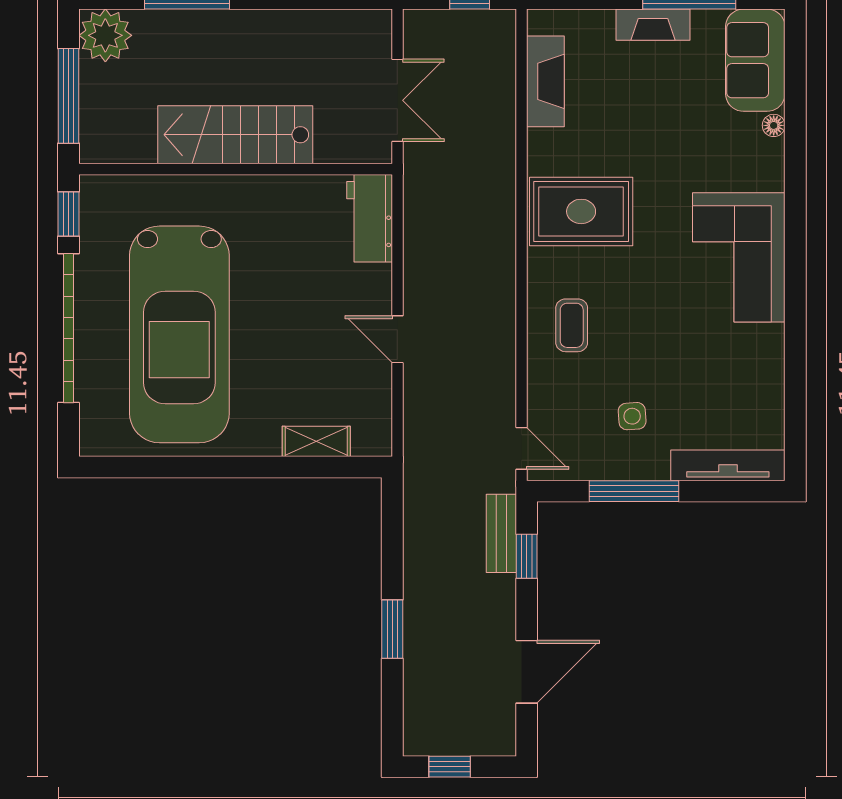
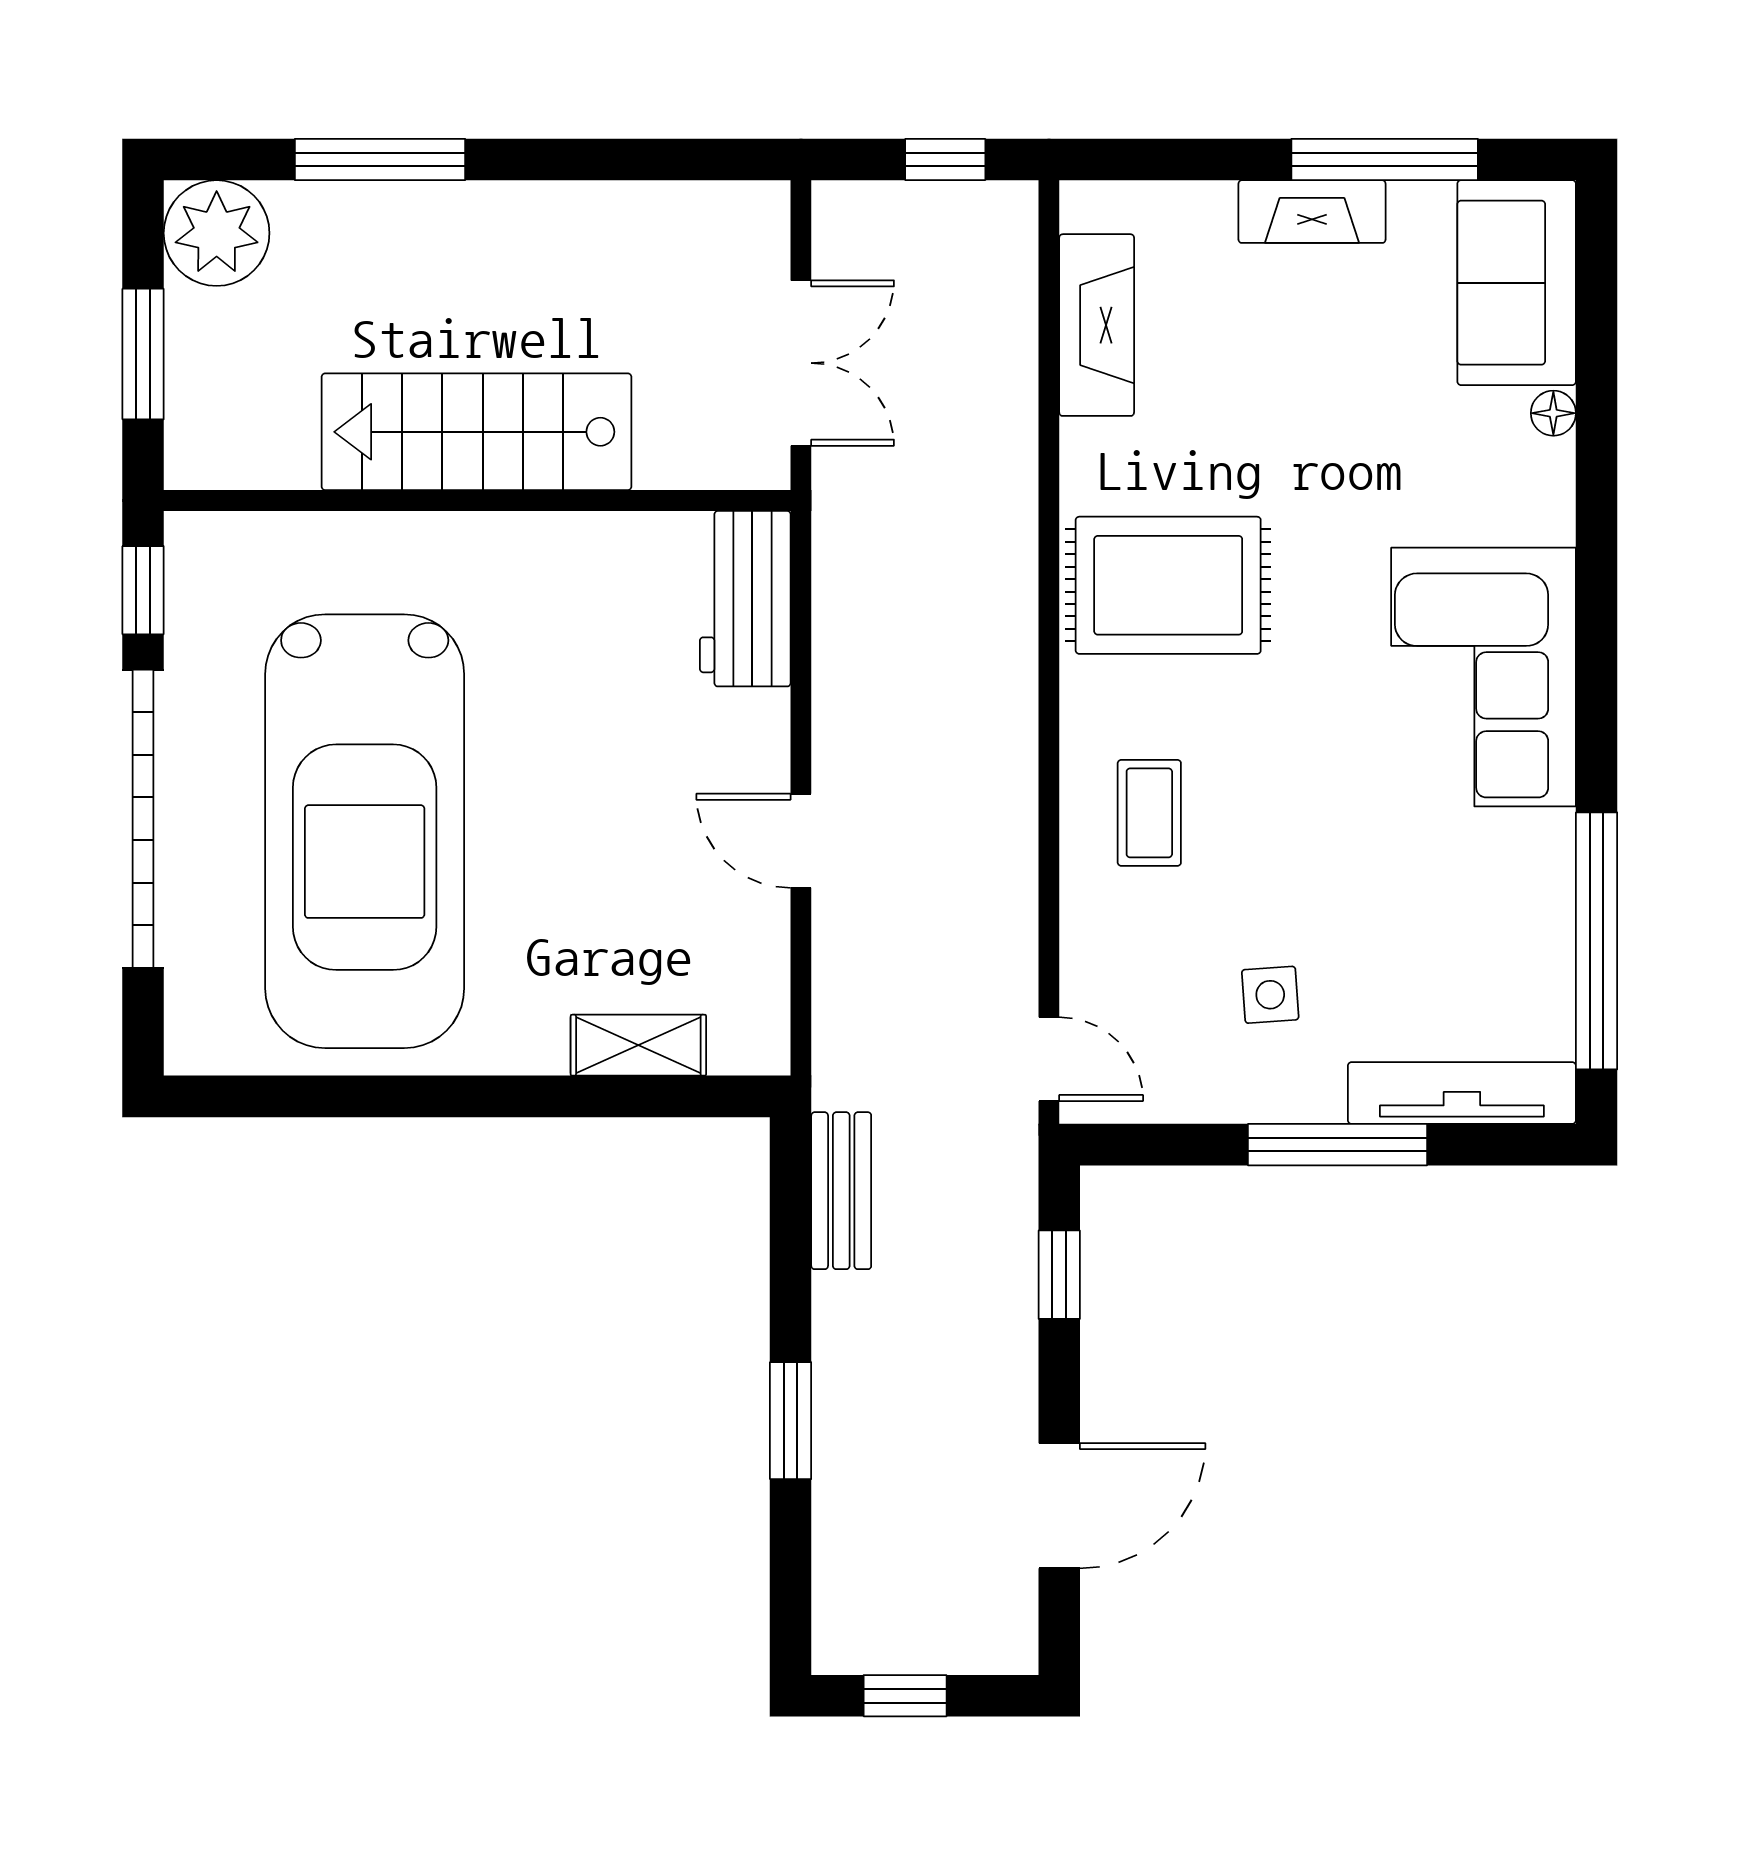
window: (69, 96) -> (143, 354), width x0.69
window: (795, 389) -> (1597, 941), added
window: (634, 491) -> (1338, 1145), moved
bench: (501, 533) -> (841, 1191), moved

